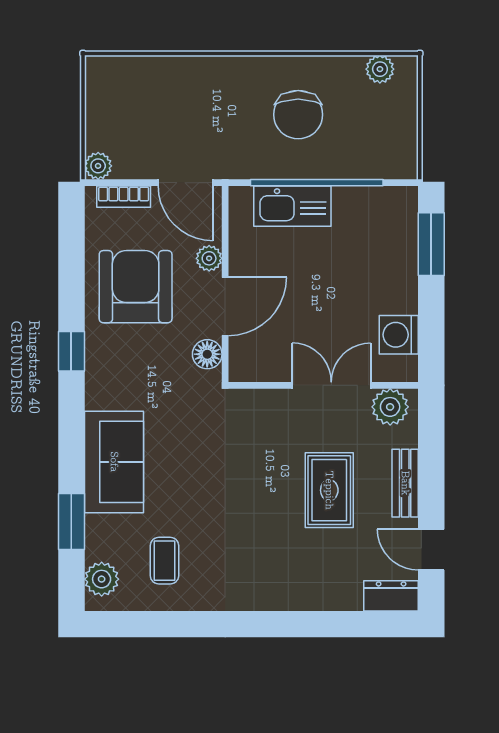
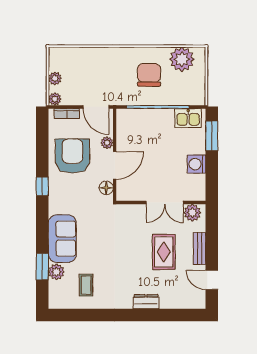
plant: (380, 69) -> (182, 59), width x1.88, depth x1.88
chair: (298, 115) -> (149, 75), turned 180
plant: (98, 122) -> (55, 78), added
kitchen sink: (292, 206) -> (188, 118), moved, width x0.73
washing machine: (399, 335) -> (196, 164), moved
double door: (331, 385) -> (165, 203), swing flipped
plant: (102, 579) -> (56, 272), moved
dresser: (391, 596) -> (146, 302), moved

